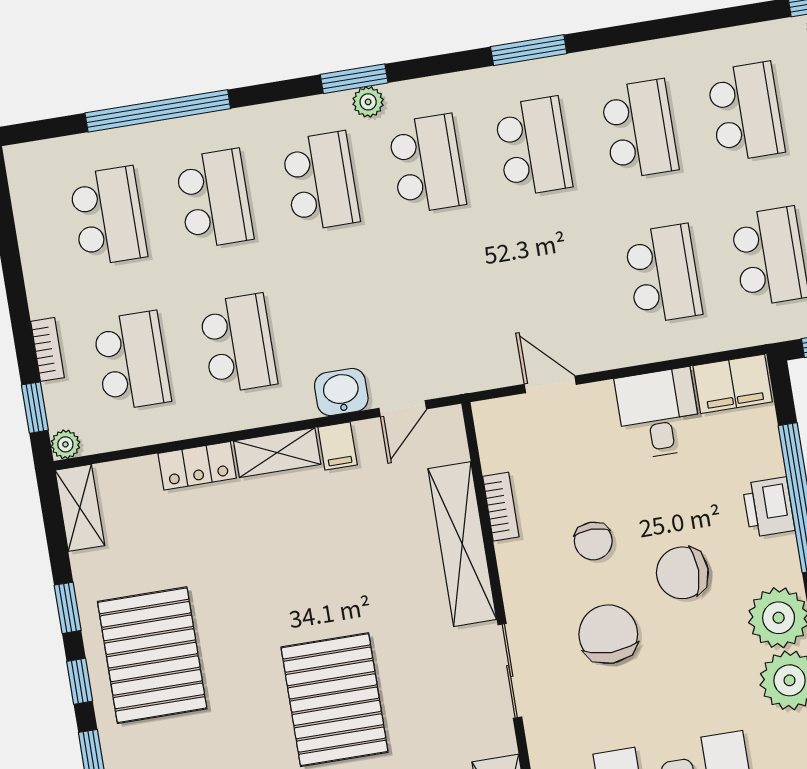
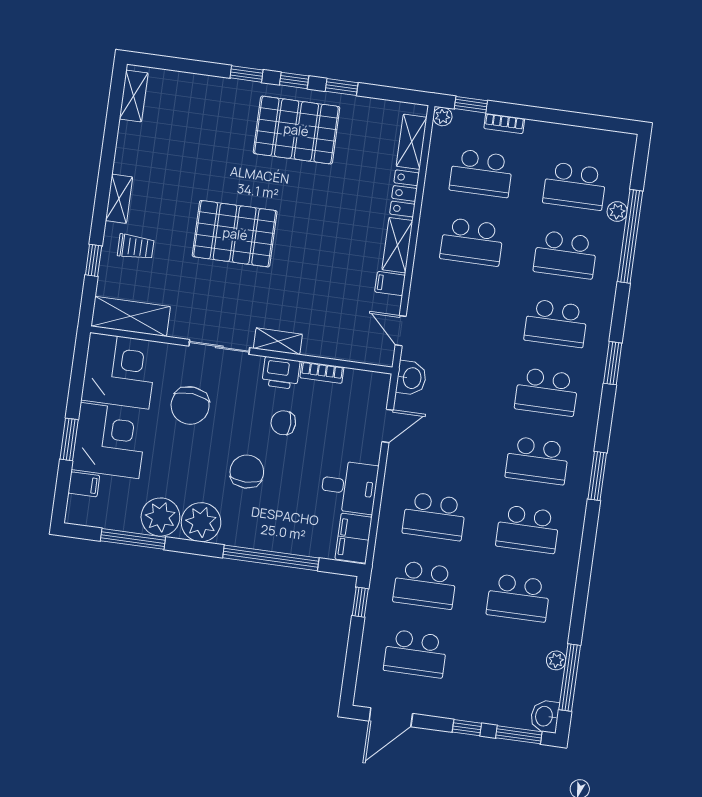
plant: (368, 102) -> (617, 211), moved
washbasin: (341, 392) -> (411, 378), moved
printer: (769, 507) -> (281, 373), moved, turned 180
shelving: (80, 508) -> (412, 142), moved, turned 90
shelving: (462, 544) -> (278, 341), width x0.45, depth x0.75
chair: (608, 634) -> (190, 406), moved, turned 95

